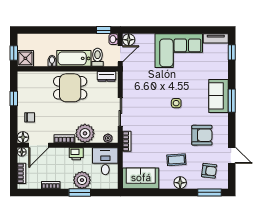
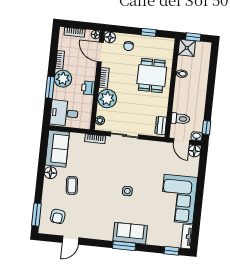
bathtub: (74, 58) -> (182, 95), removed
dining table: (70, 88) -> (152, 75), moved
armchair: (202, 135) -> (93, 213), removed
desk: (105, 161) -> (64, 113), moved, turned 180
plant: (82, 180) -> (63, 79), moved
floor lamp: (180, 183) -> (51, 173), moved

